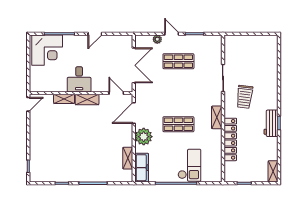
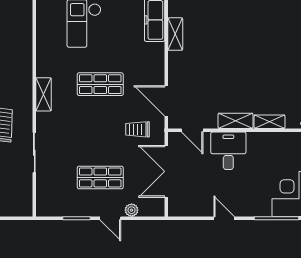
door: (95, 34) -> (224, 218), hinge flipped
desk: (79, 79) -> (228, 151), moved
trolley: (153, 94) -> (137, 129), added
door: (134, 113) -> (166, 101), swing flipped
plant: (144, 137) -> (152, 66), removed
locker: (230, 139) -> (23, 62), removed

